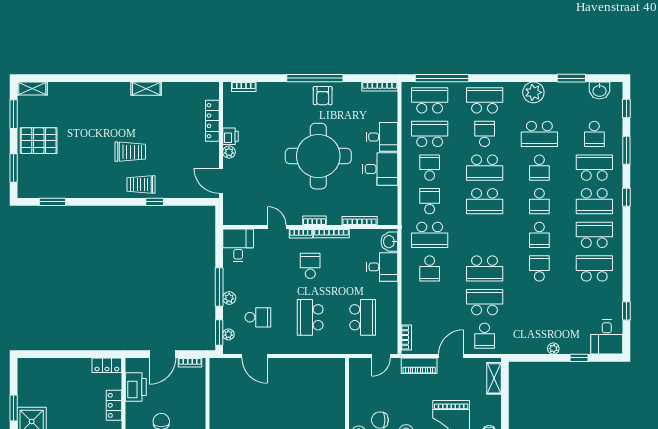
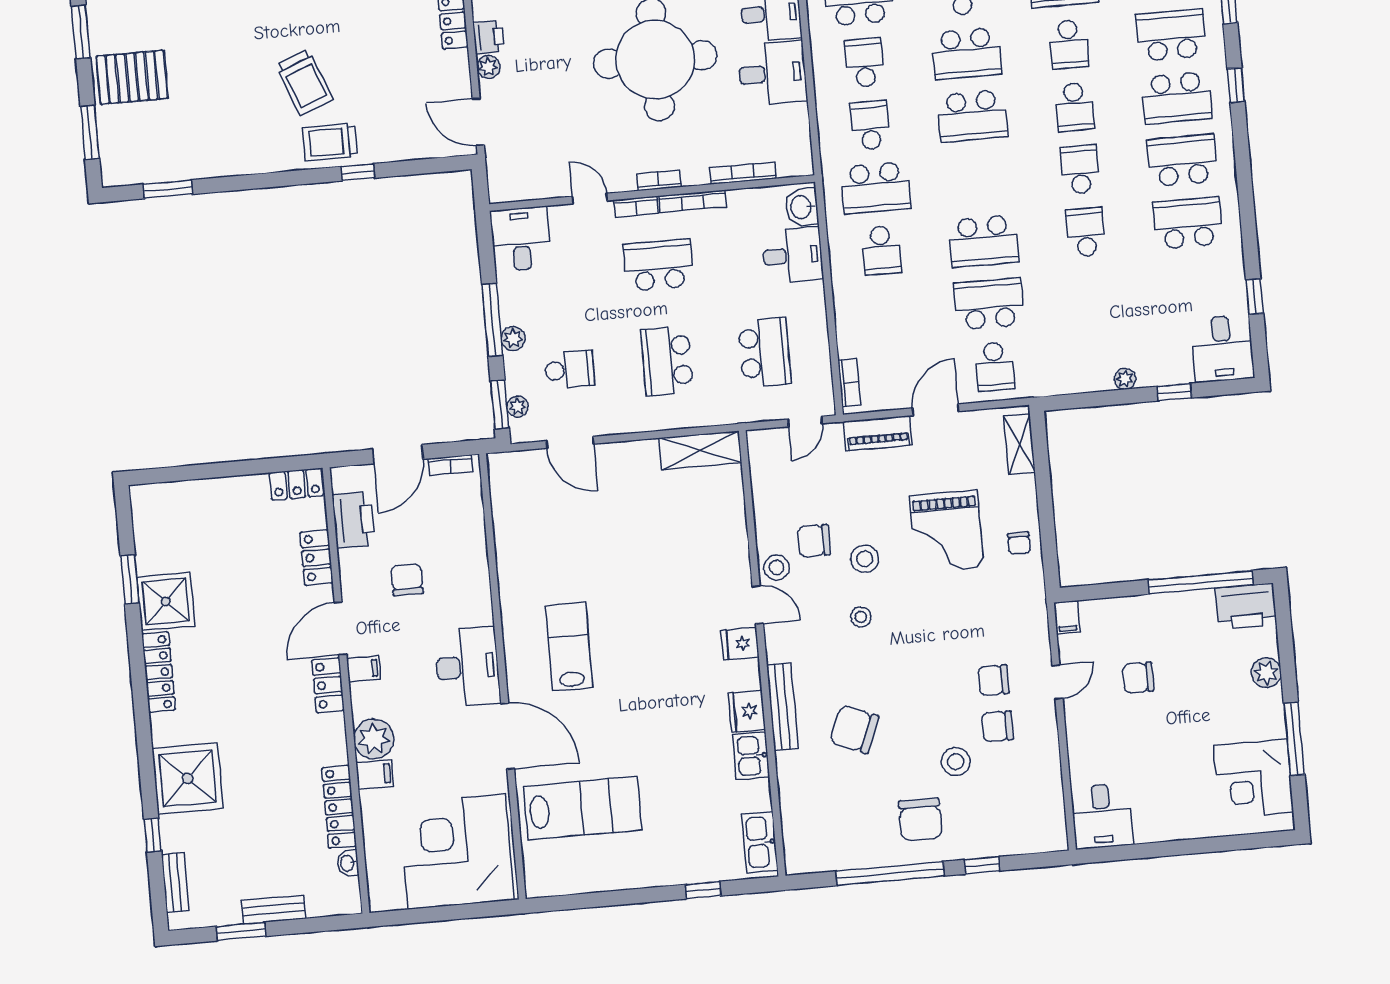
trolley: (130, 152) -> (304, 82), turned 69
school desk: (539, 235) -> (1080, 169), turned 180
school desk: (310, 266) -> (658, 265), width x1.85
shelving: (324, 366) -> (700, 450), added

